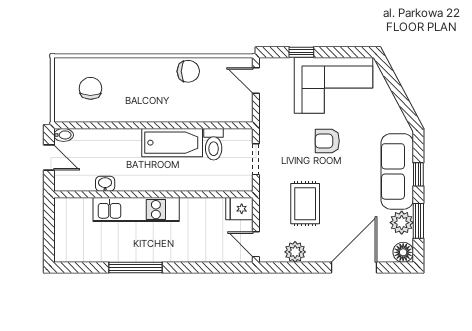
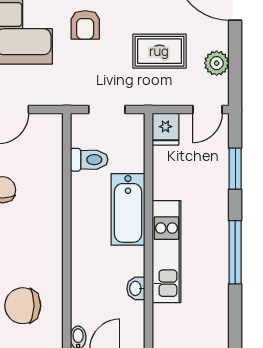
chair: (90, 88) -> (23, 306), width x1.37, depth x1.37
bathtub: (172, 143) -> (128, 209), moved, turned 180
window: (206, 267) -> (235, 169), added

